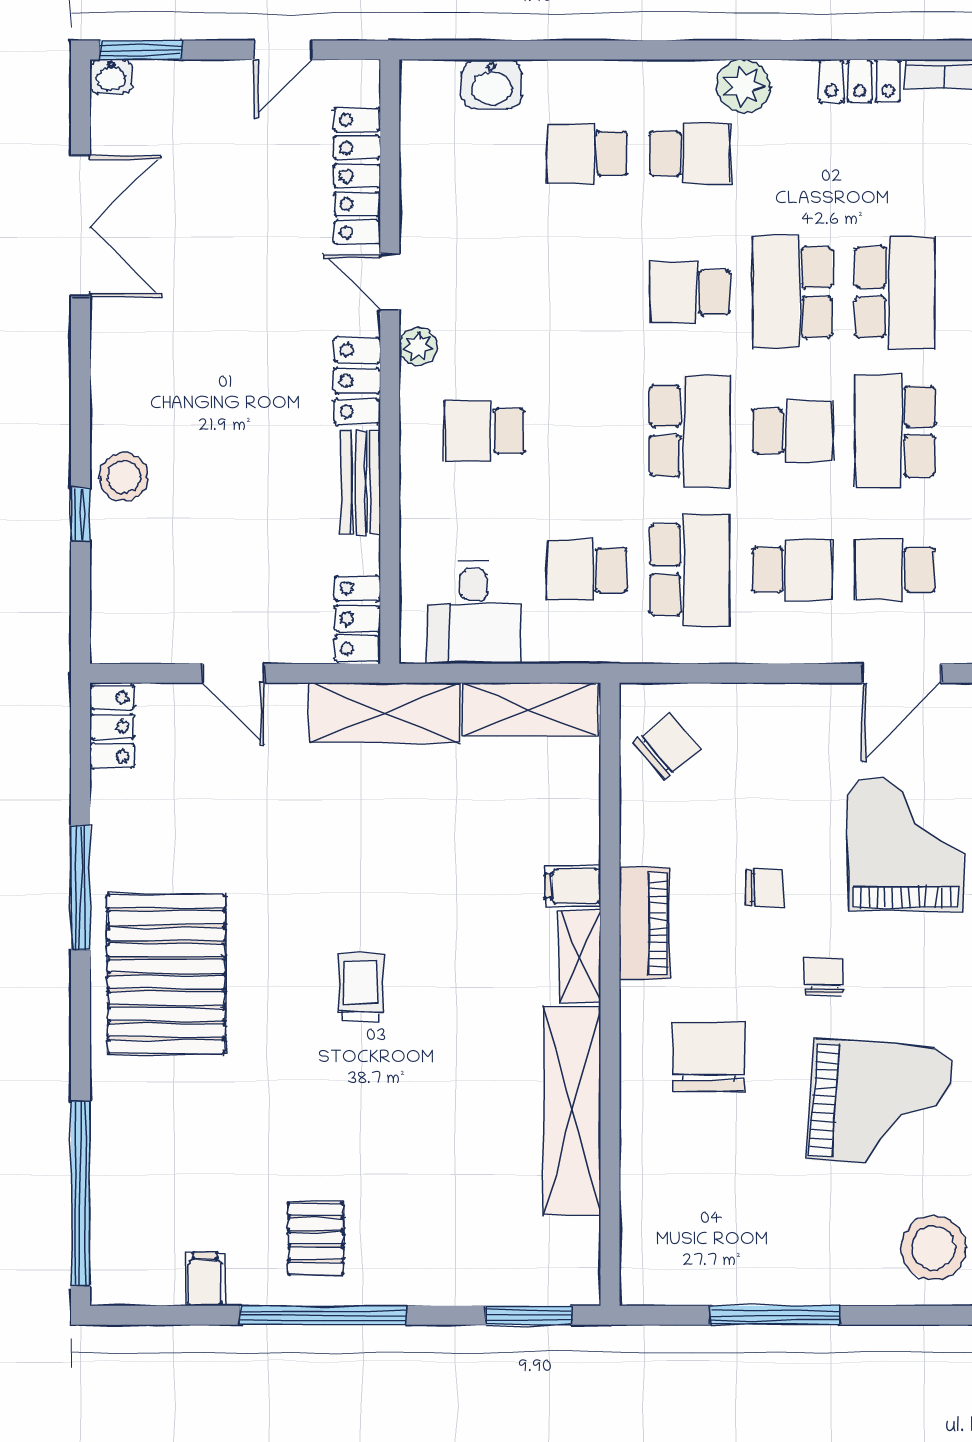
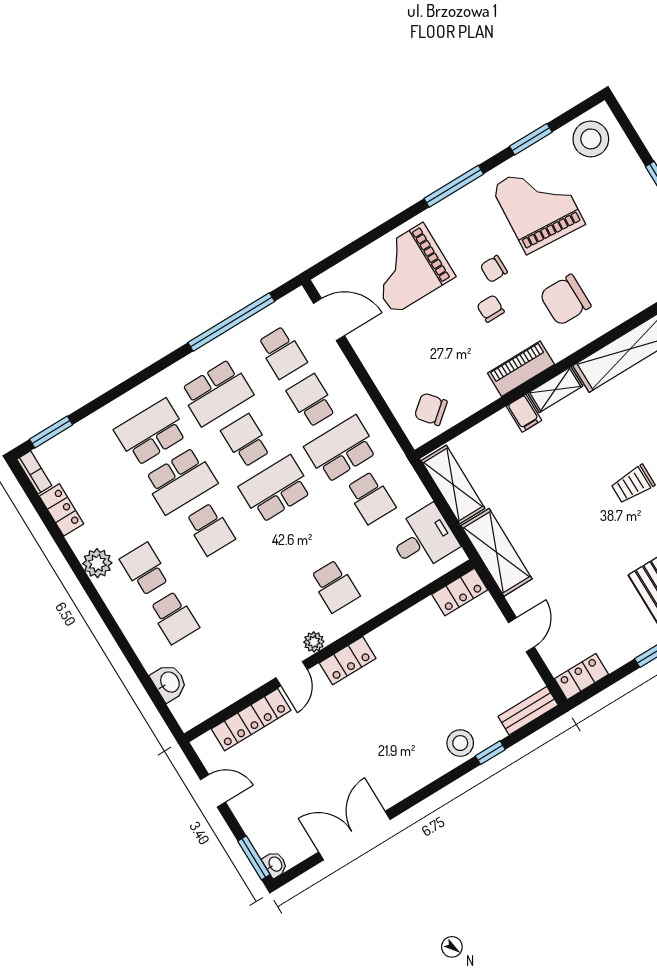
bench: (361, 482) -> (528, 711), moved
chair: (764, 888) -> (491, 309), moved

